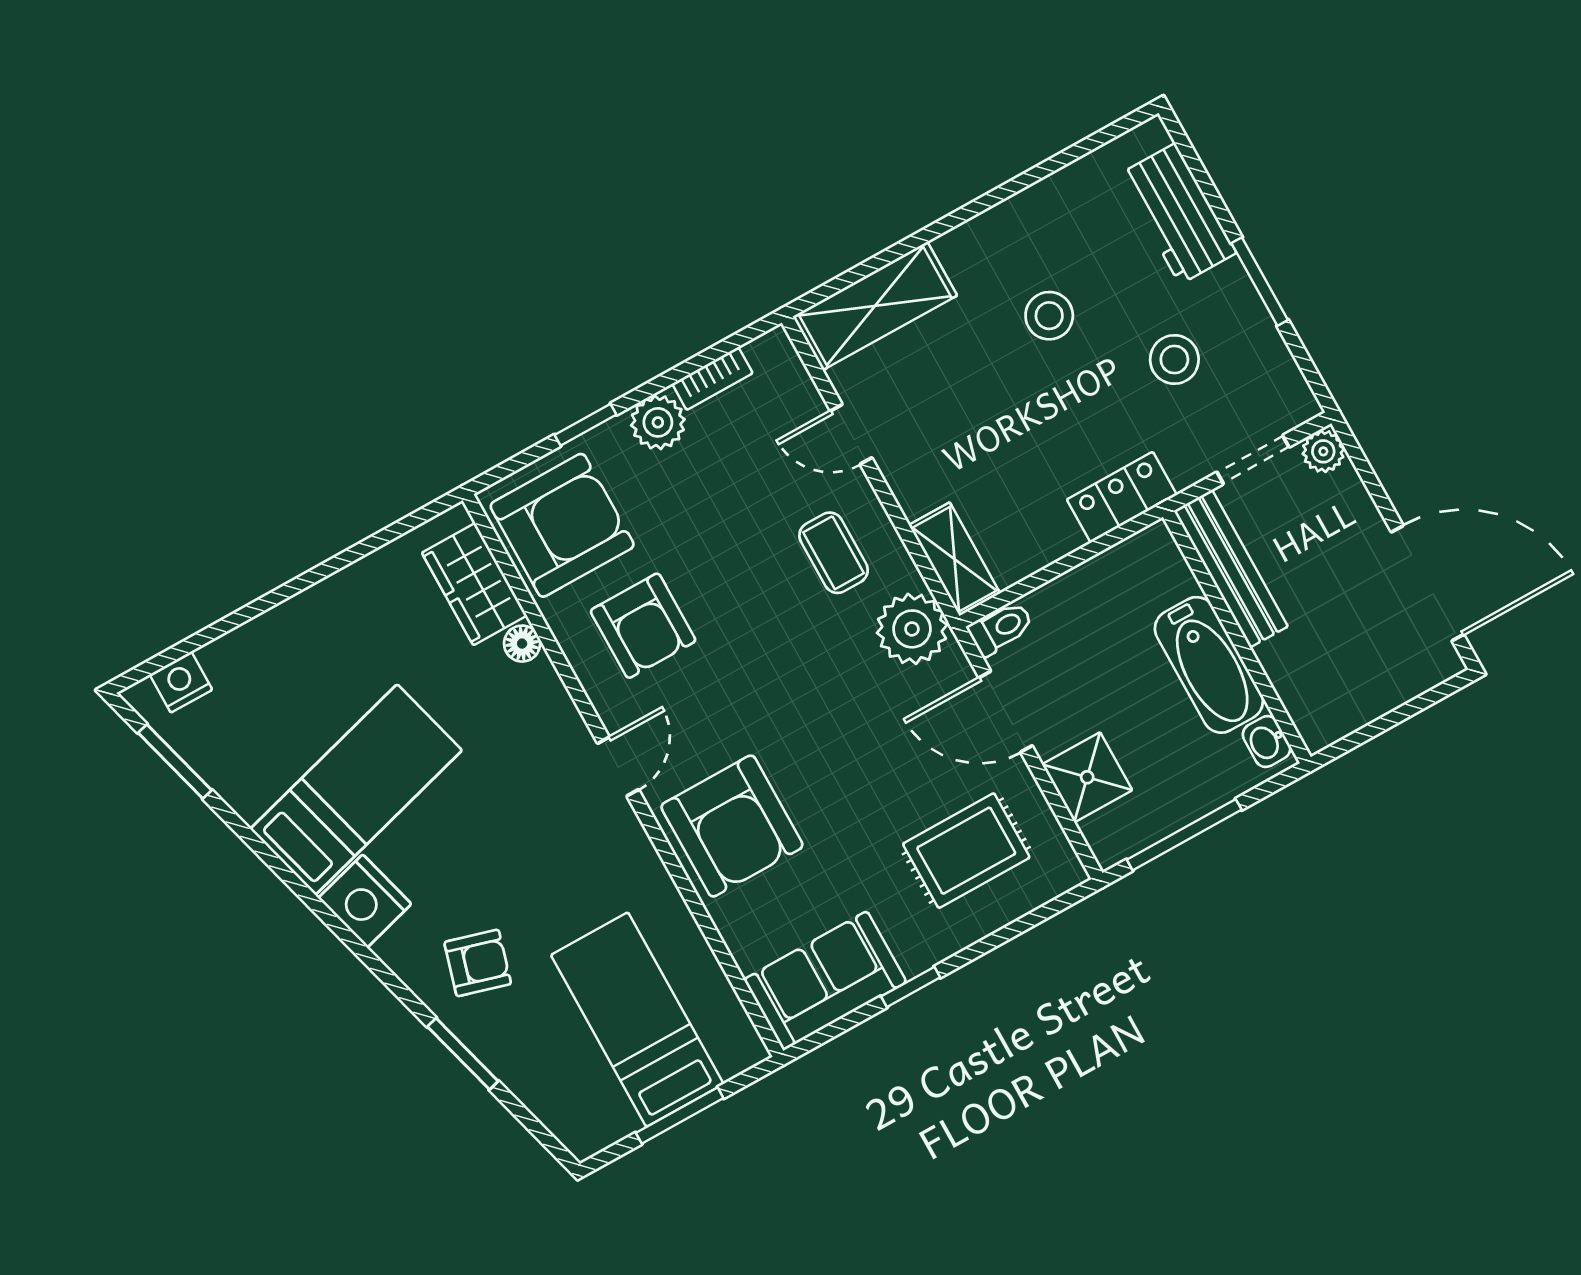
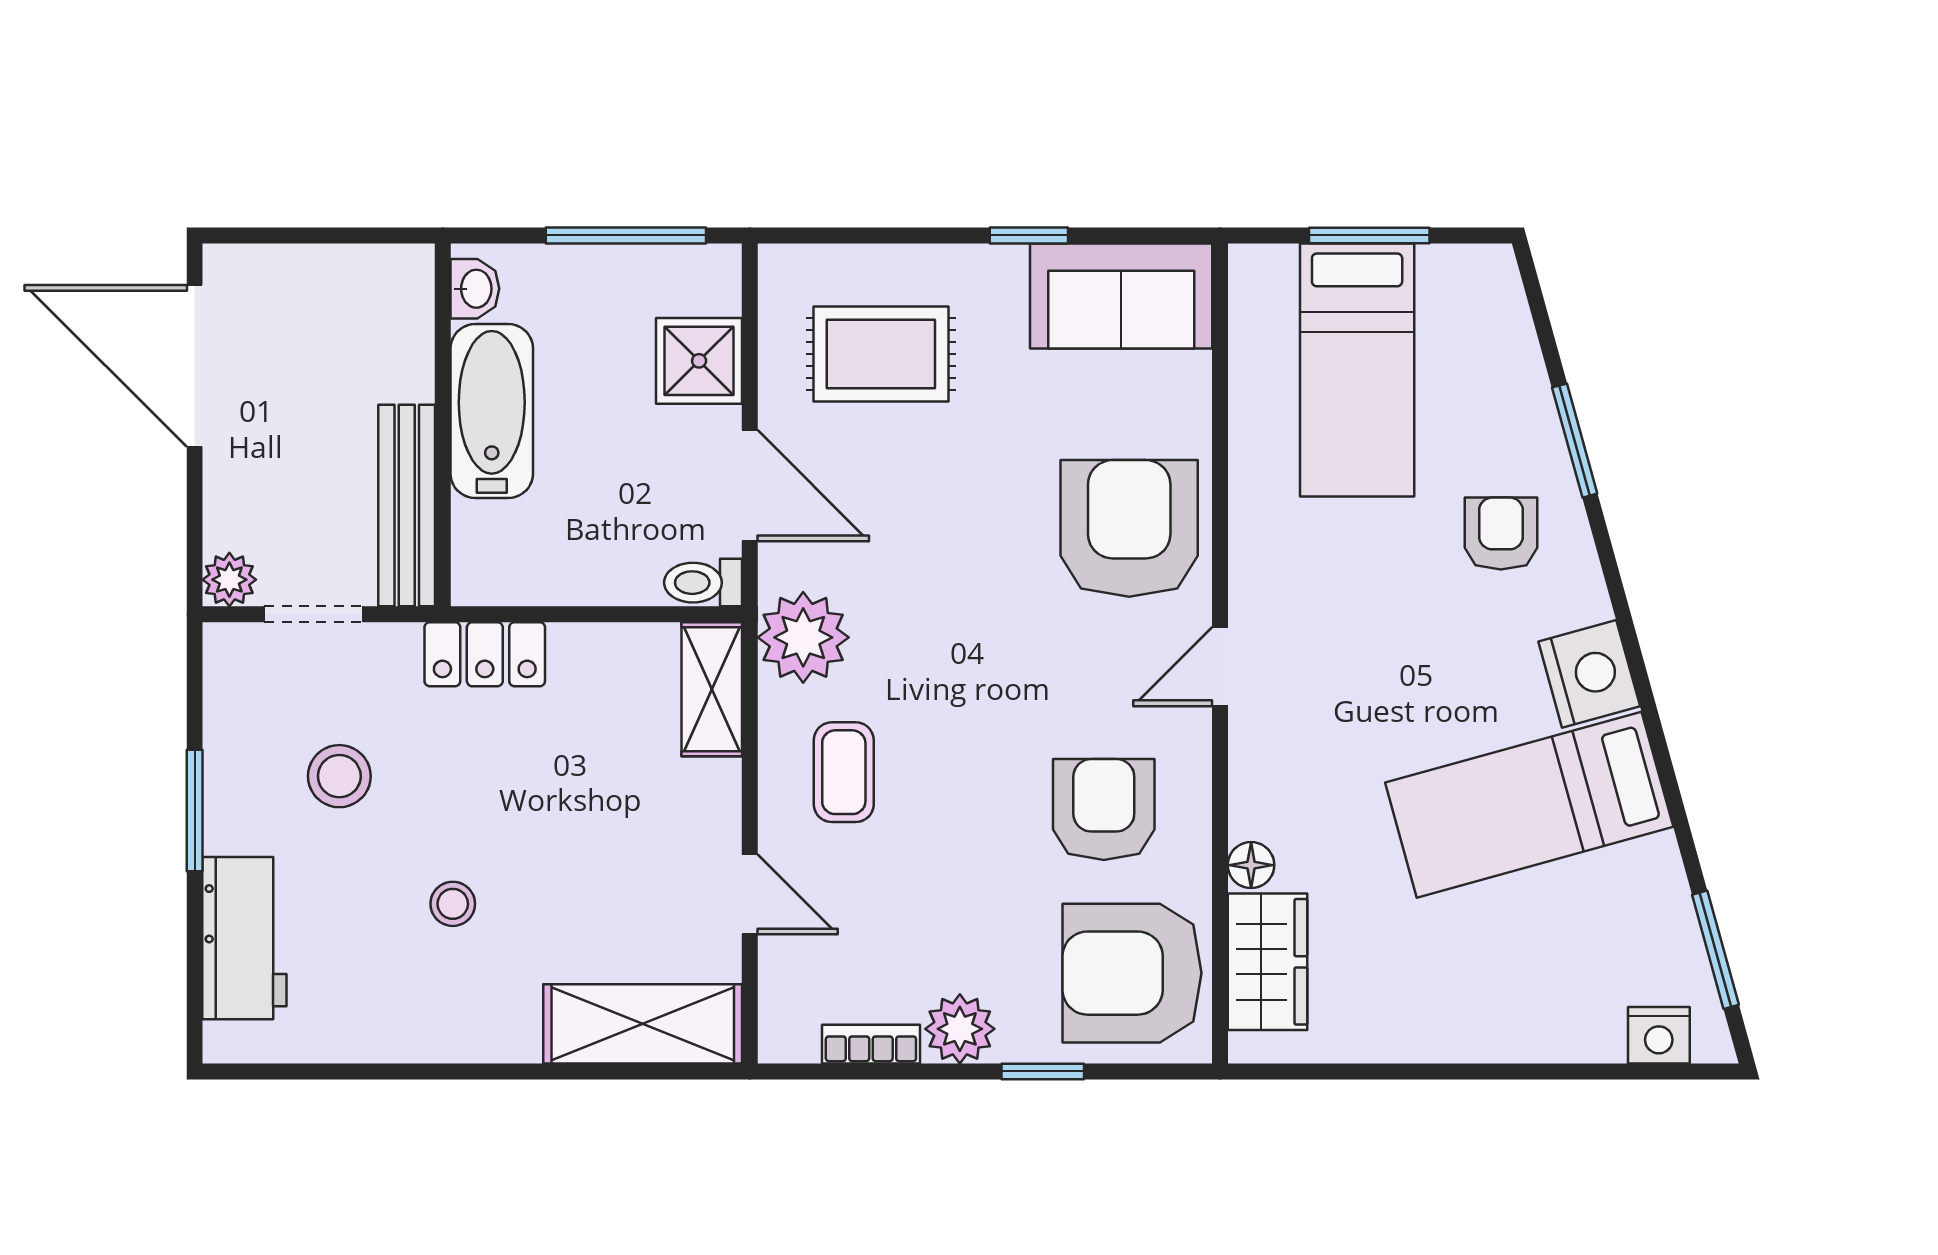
stool: (1049, 316) -> (453, 904), width x0.73, depth x0.73
armchair: (478, 963) -> (1501, 534), turned 74

